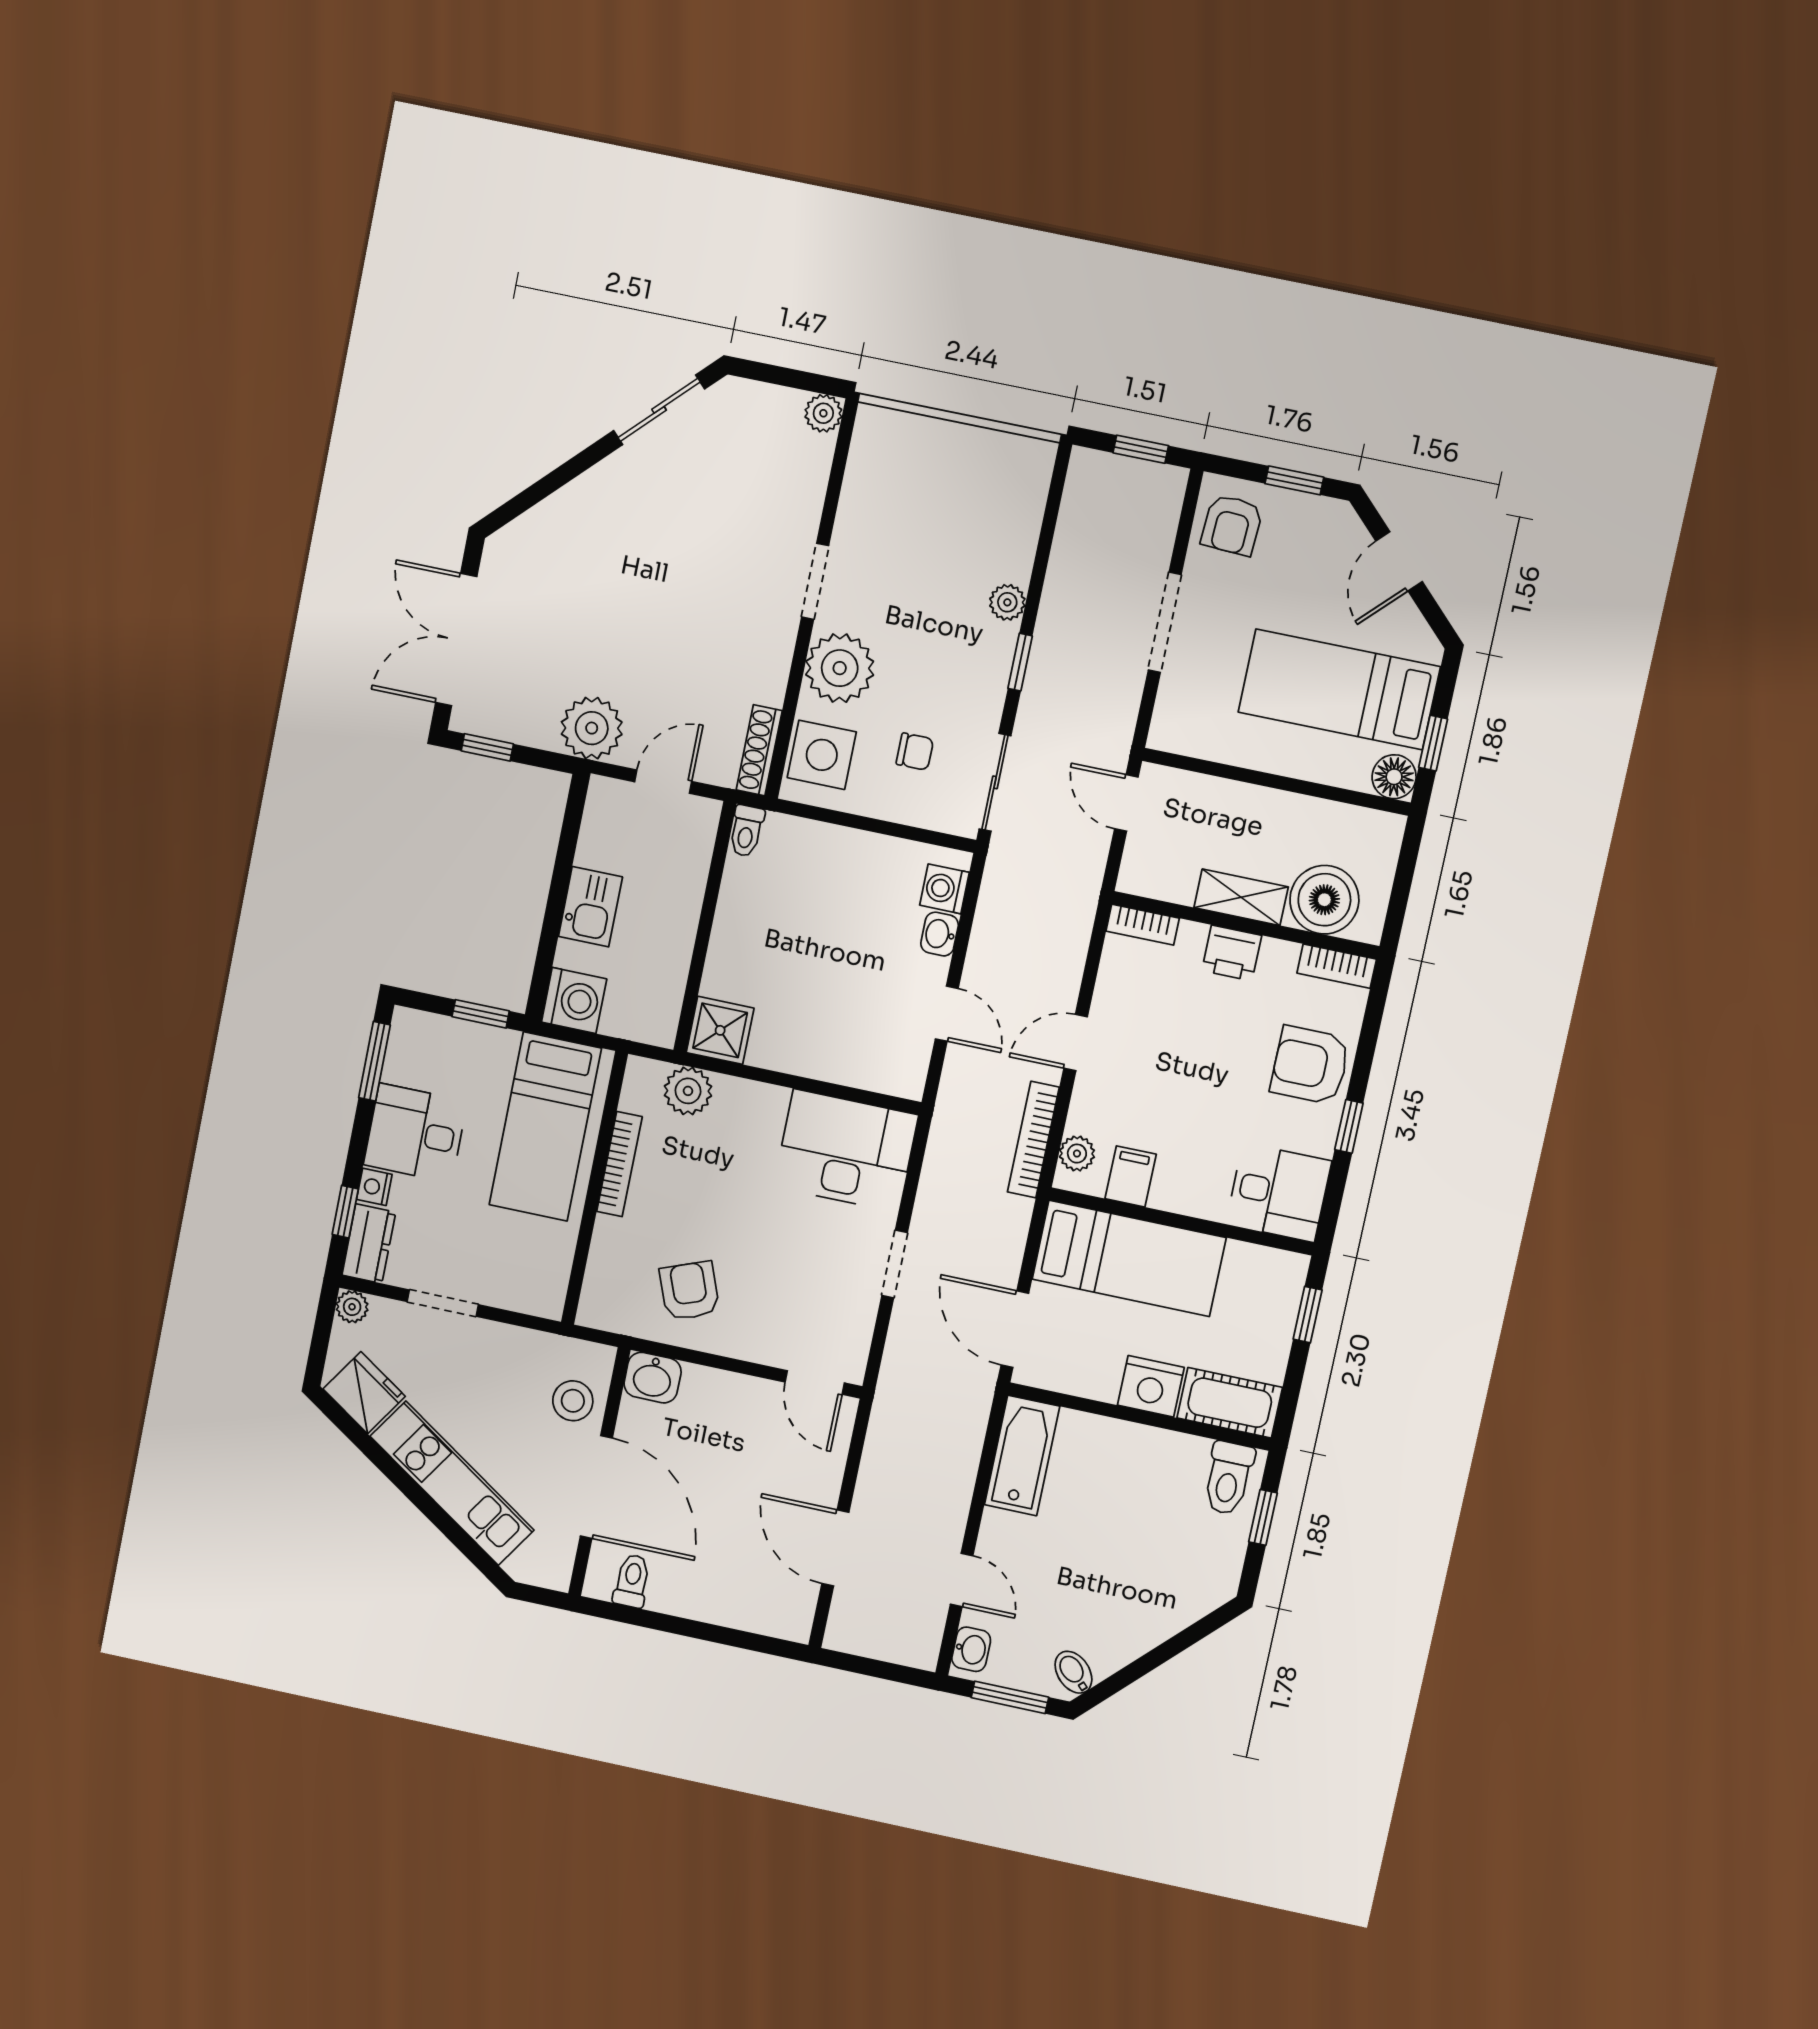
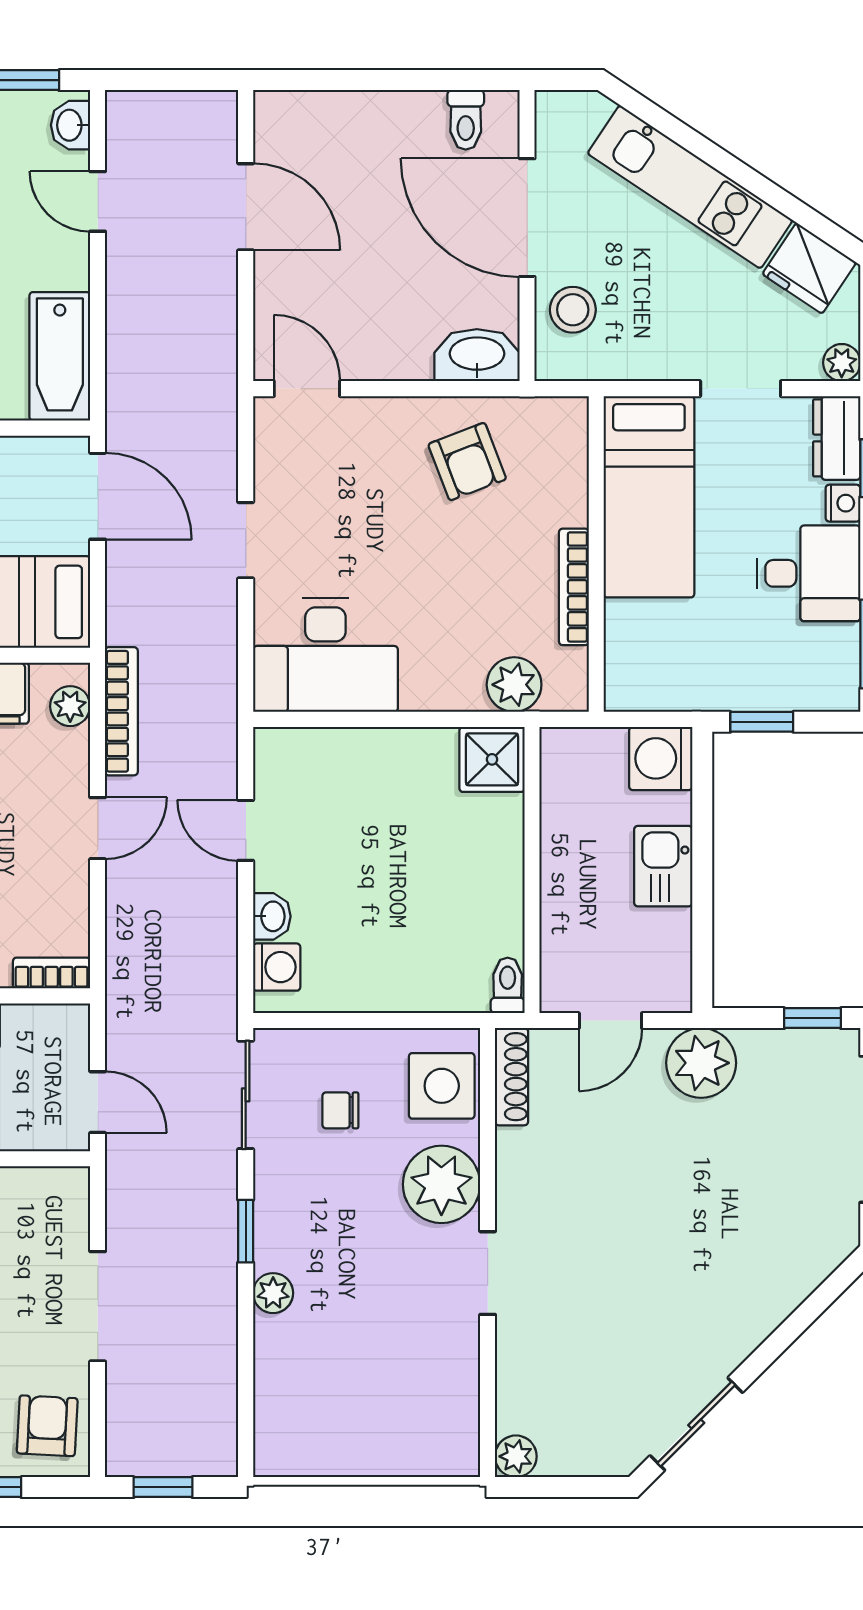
bed: (545, 1127) -> (649, 497), moved, turned 180
washbasin: (653, 1378) -> (477, 355), width x1.38

